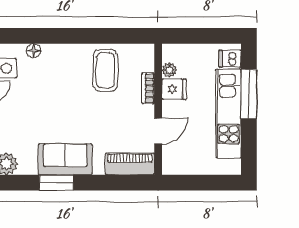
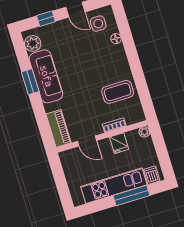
plant: (169, 70) -> (144, 132), moved
sofa: (65, 159) -> (46, 76), width x1.36

